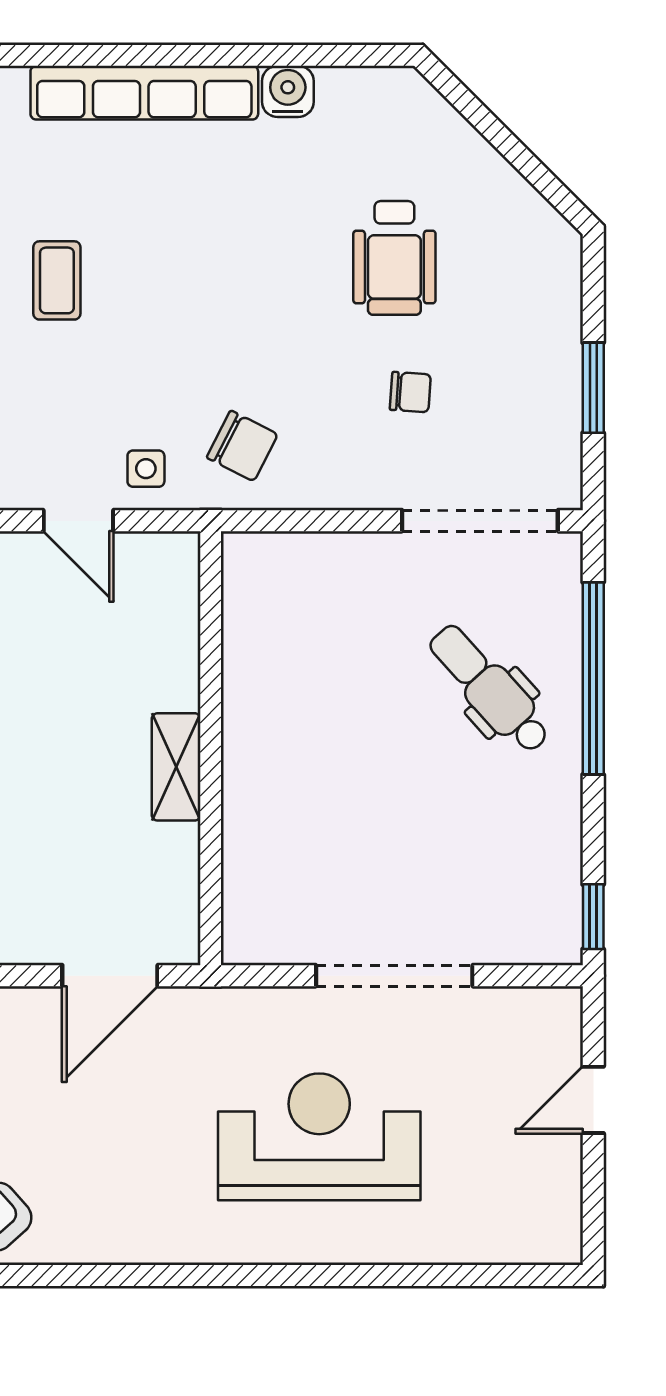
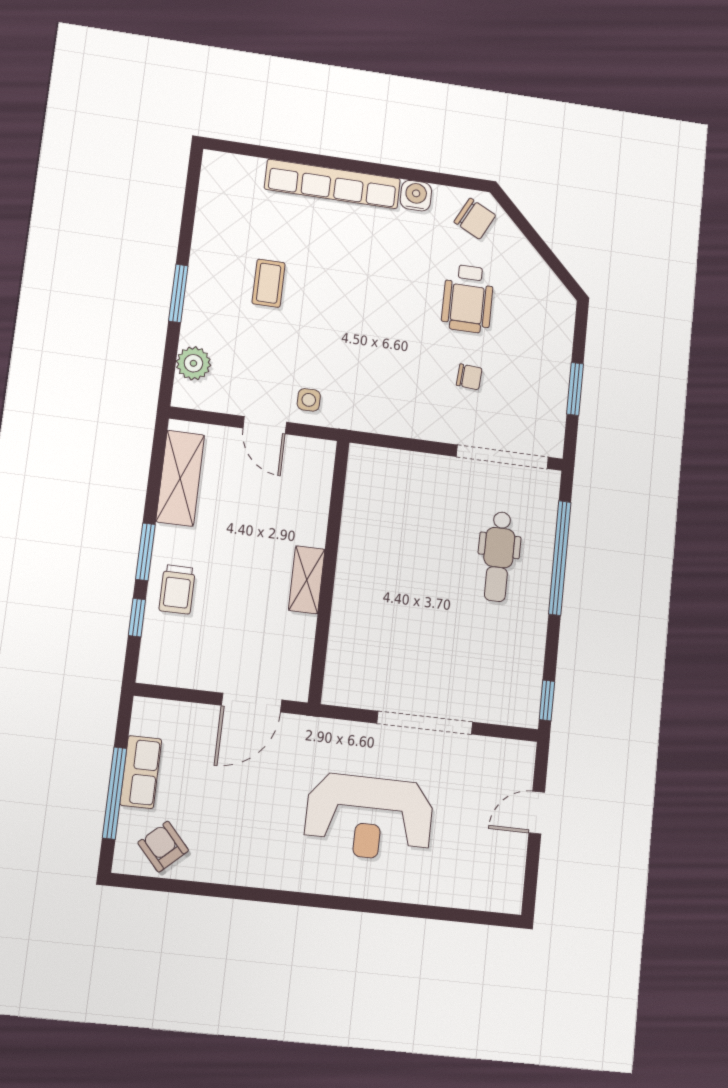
chair: (242, 446) -> (475, 219), moved
dental chair: (490, 689) -> (499, 557), turned -138
reception desk: (319, 1137) -> (369, 817), turned 180

